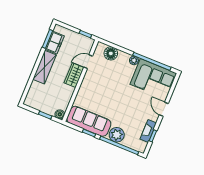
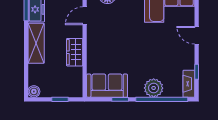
wardrobe: (74, 75) -> (75, 52), moved
boiler: (60, 114) -> (34, 91), moved
sofa: (89, 121) -> (107, 86), width x0.73
fireplace: (148, 131) -> (189, 84), moved

